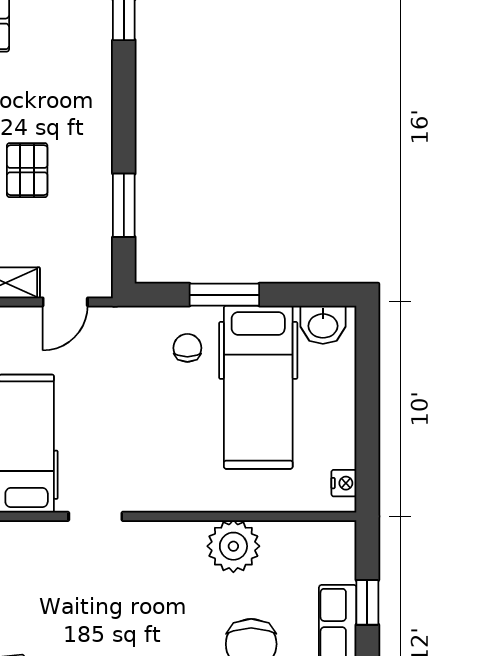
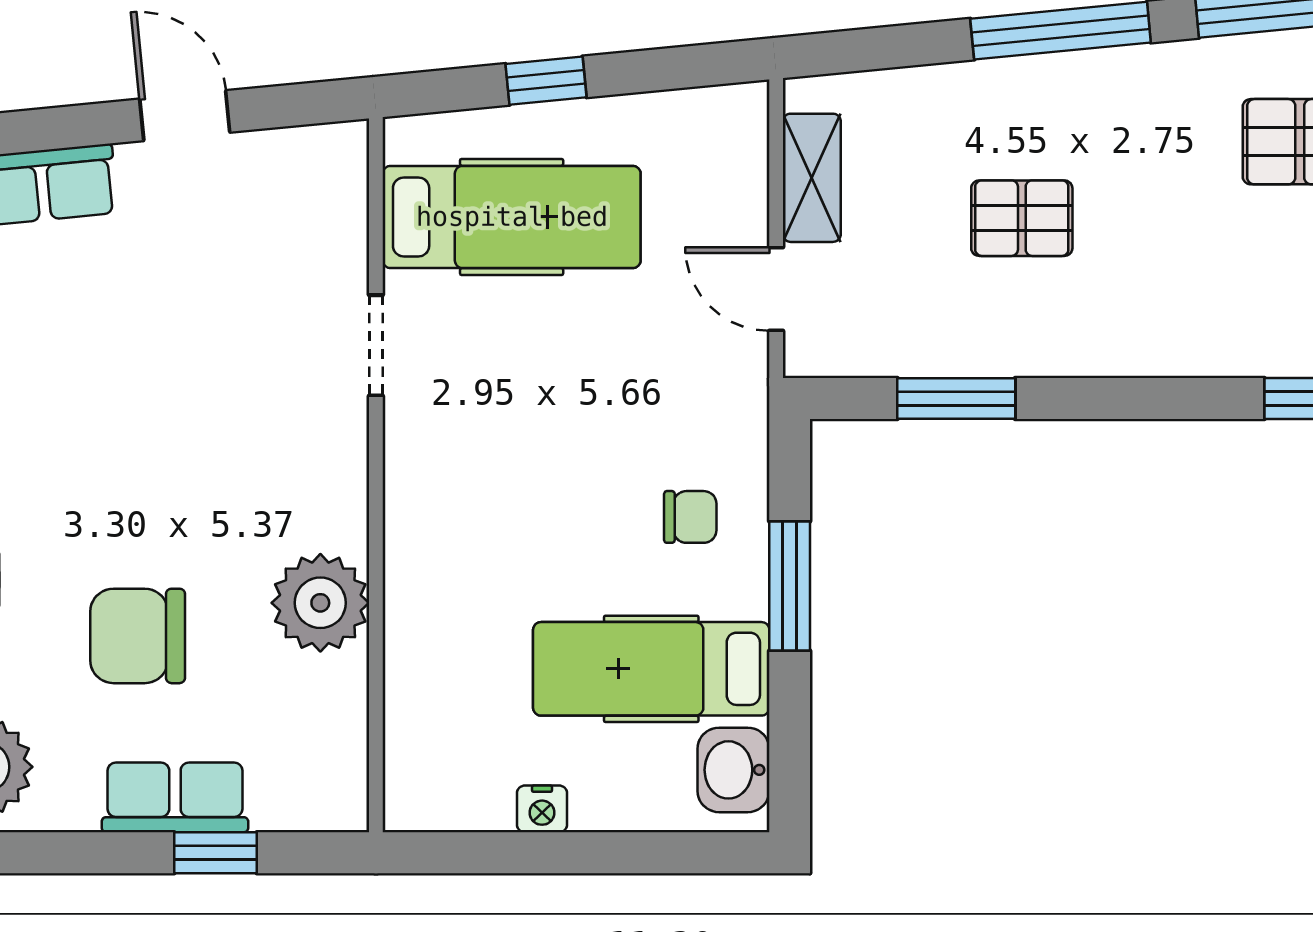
hospital bed: (258, 387) -> (651, 669), width x0.73, depth x0.78
nightstand: (344, 483) -> (542, 809), moved

